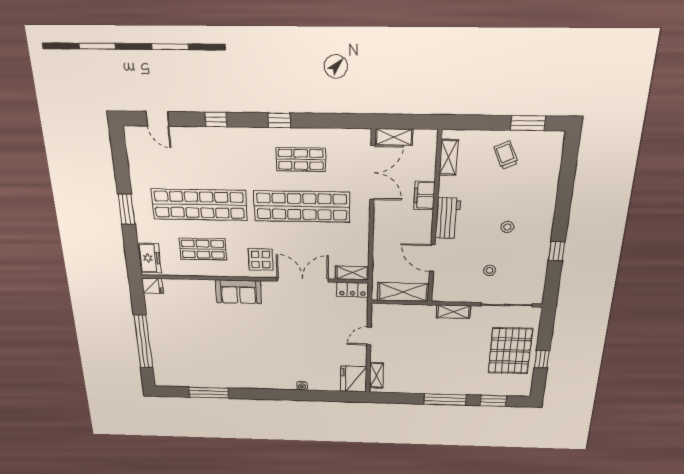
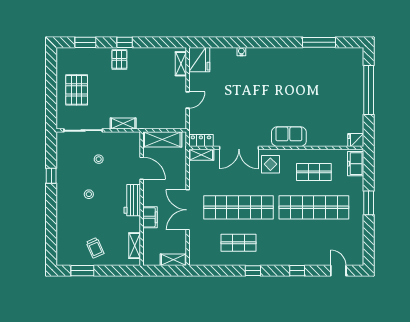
double door: (373, 173) -> (188, 210), moved
pallet: (510, 351) -> (77, 90), width x0.73, depth x0.71
window: (542, 359) -> (51, 83), removed
pallet: (453, 382) -> (119, 59), added
window: (445, 399) -> (125, 42), width x0.46

